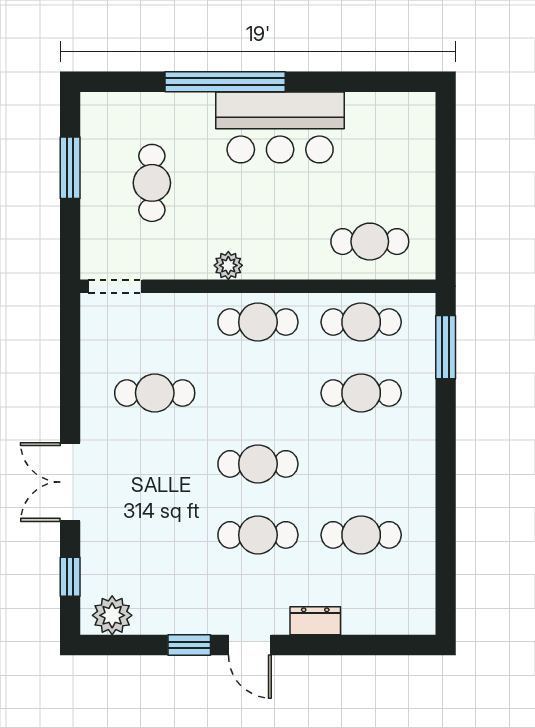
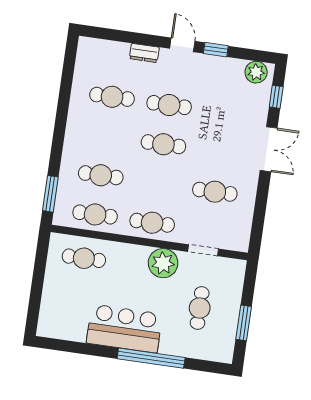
plant: (228, 265) -> (163, 263), width x1.88, depth x1.88
doorway: (115, 286) -> (203, 250), moved

